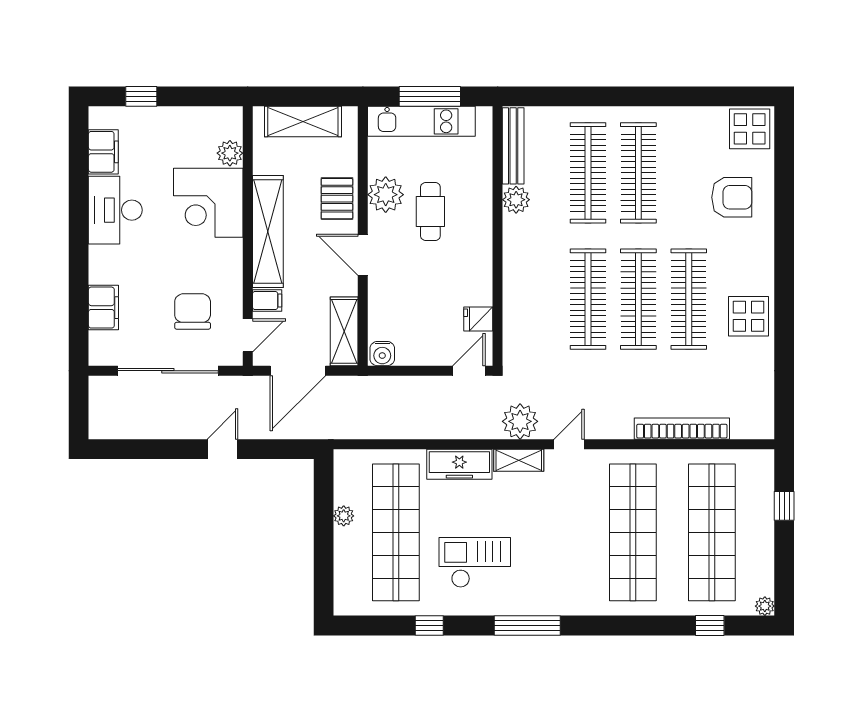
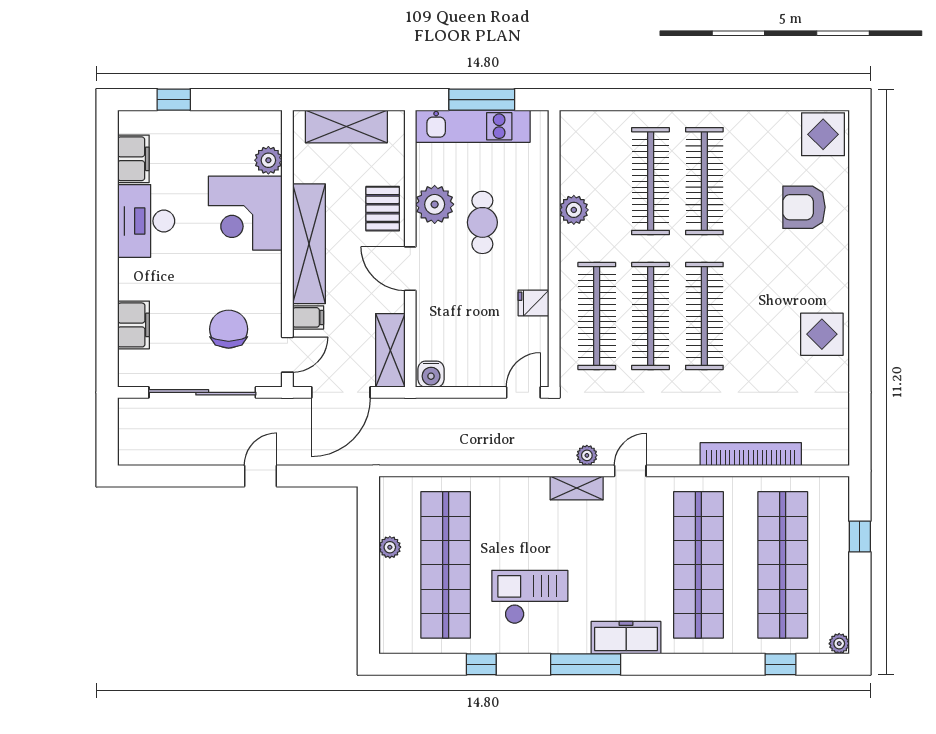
bench: (513, 146) -> (571, 152), removed
armchair: (732, 197) -> (804, 207), turned 180
clothes rail: (689, 299) -> (597, 316), moved
fridge: (478, 319) -> (533, 303), moved
plant: (520, 421) -> (587, 455), width x0.53, depth x0.53
freezer: (459, 464) -> (626, 638), moved, turned 180

